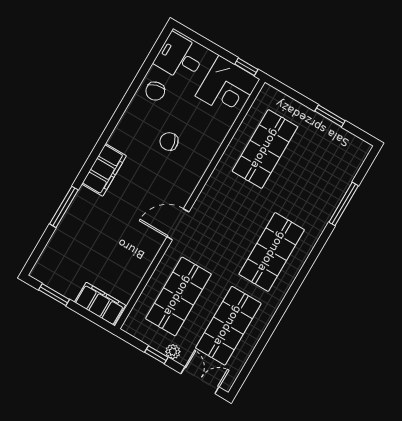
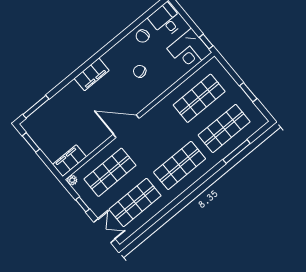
shop shelf: (315, 178) -> (224, 128), added
window: (64, 207) -> (36, 107), moved
door: (178, 224) -> (126, 126), width x1.36
filing cabinet: (100, 304) -> (69, 161), moved, turned -90
plant: (173, 352) -> (72, 180), moved

